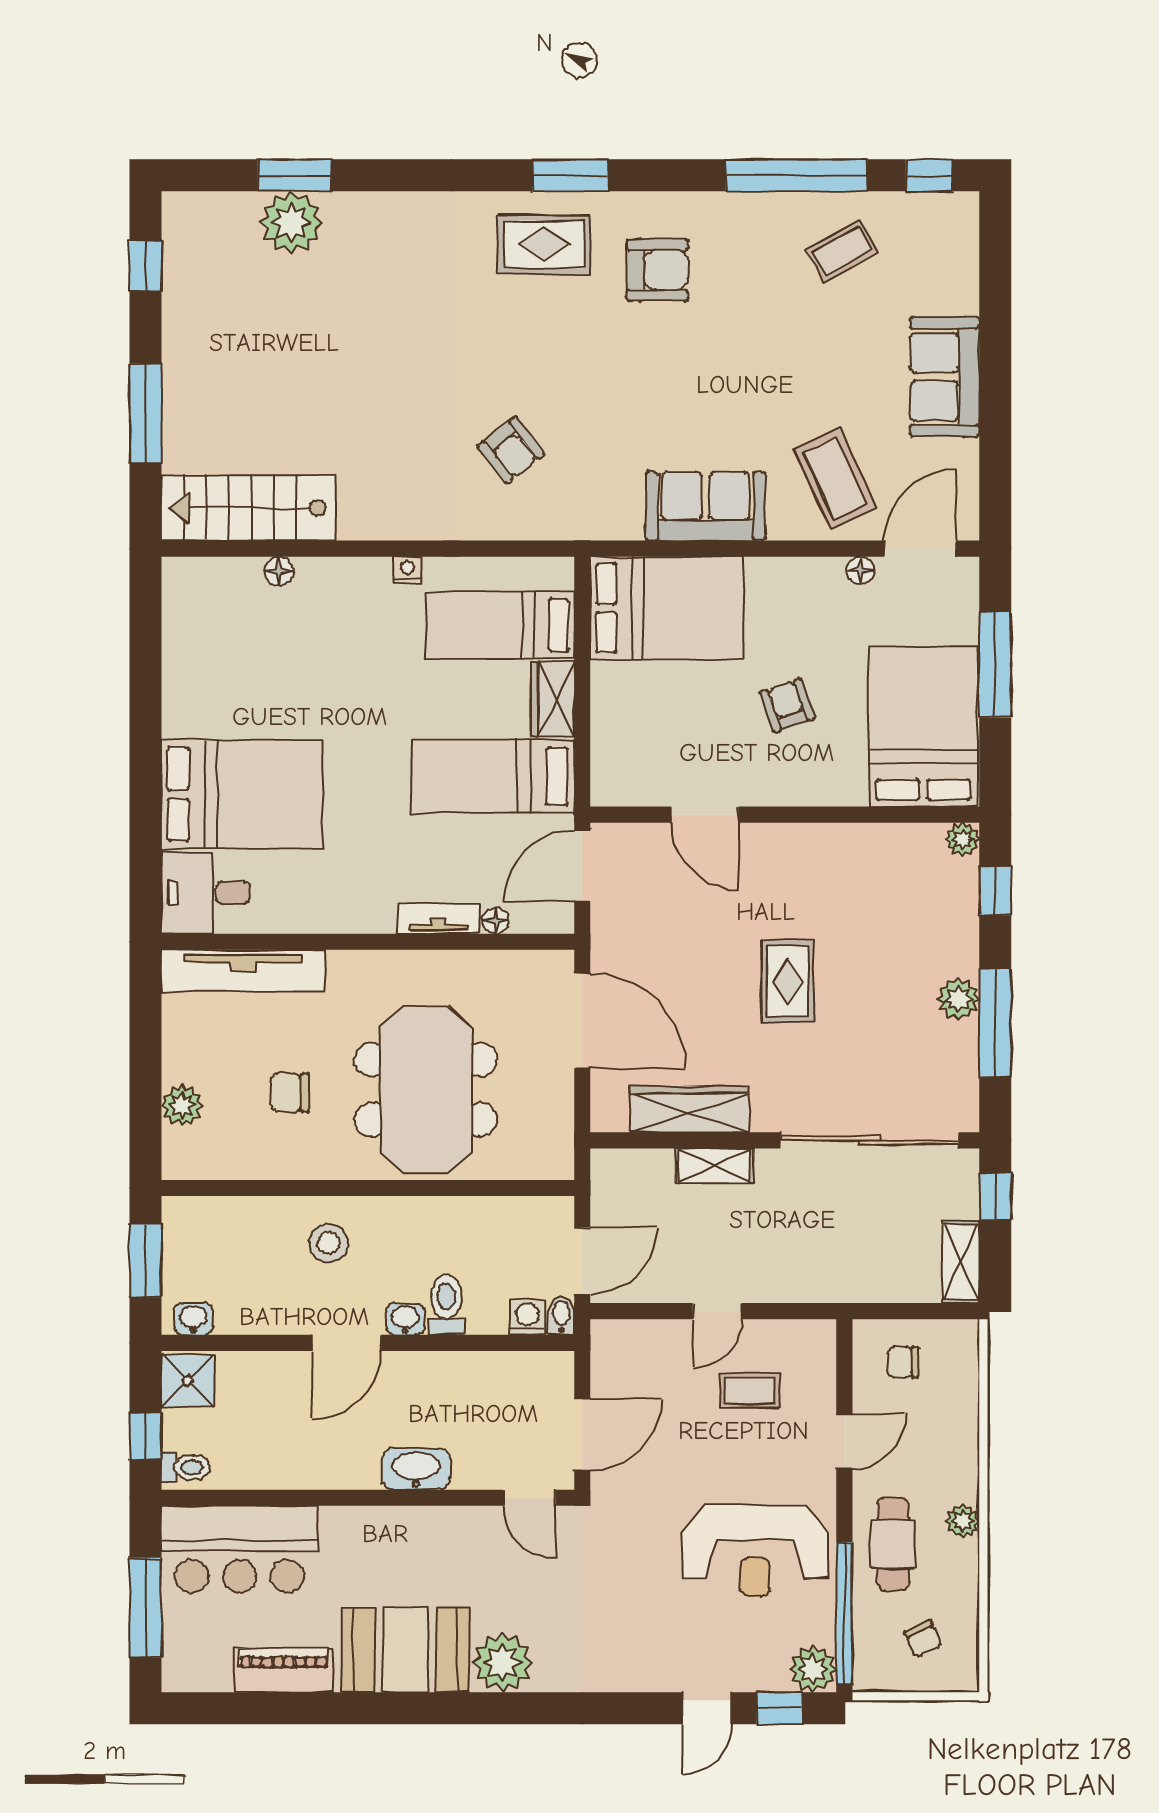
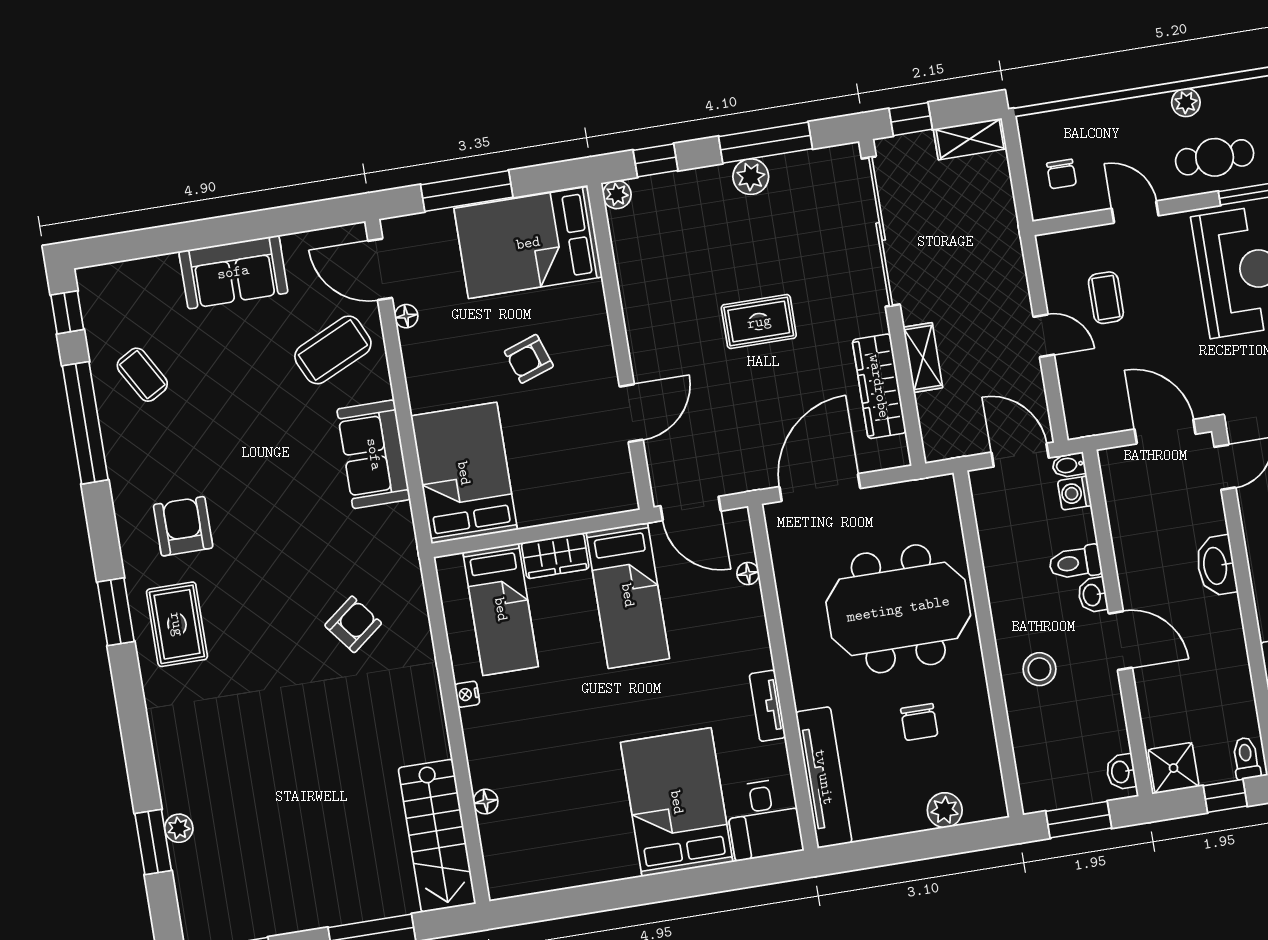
plant: (291, 223) -> (179, 828), width x0.53, depth x0.53
tv unit: (439, 918) -> (767, 706), moved

